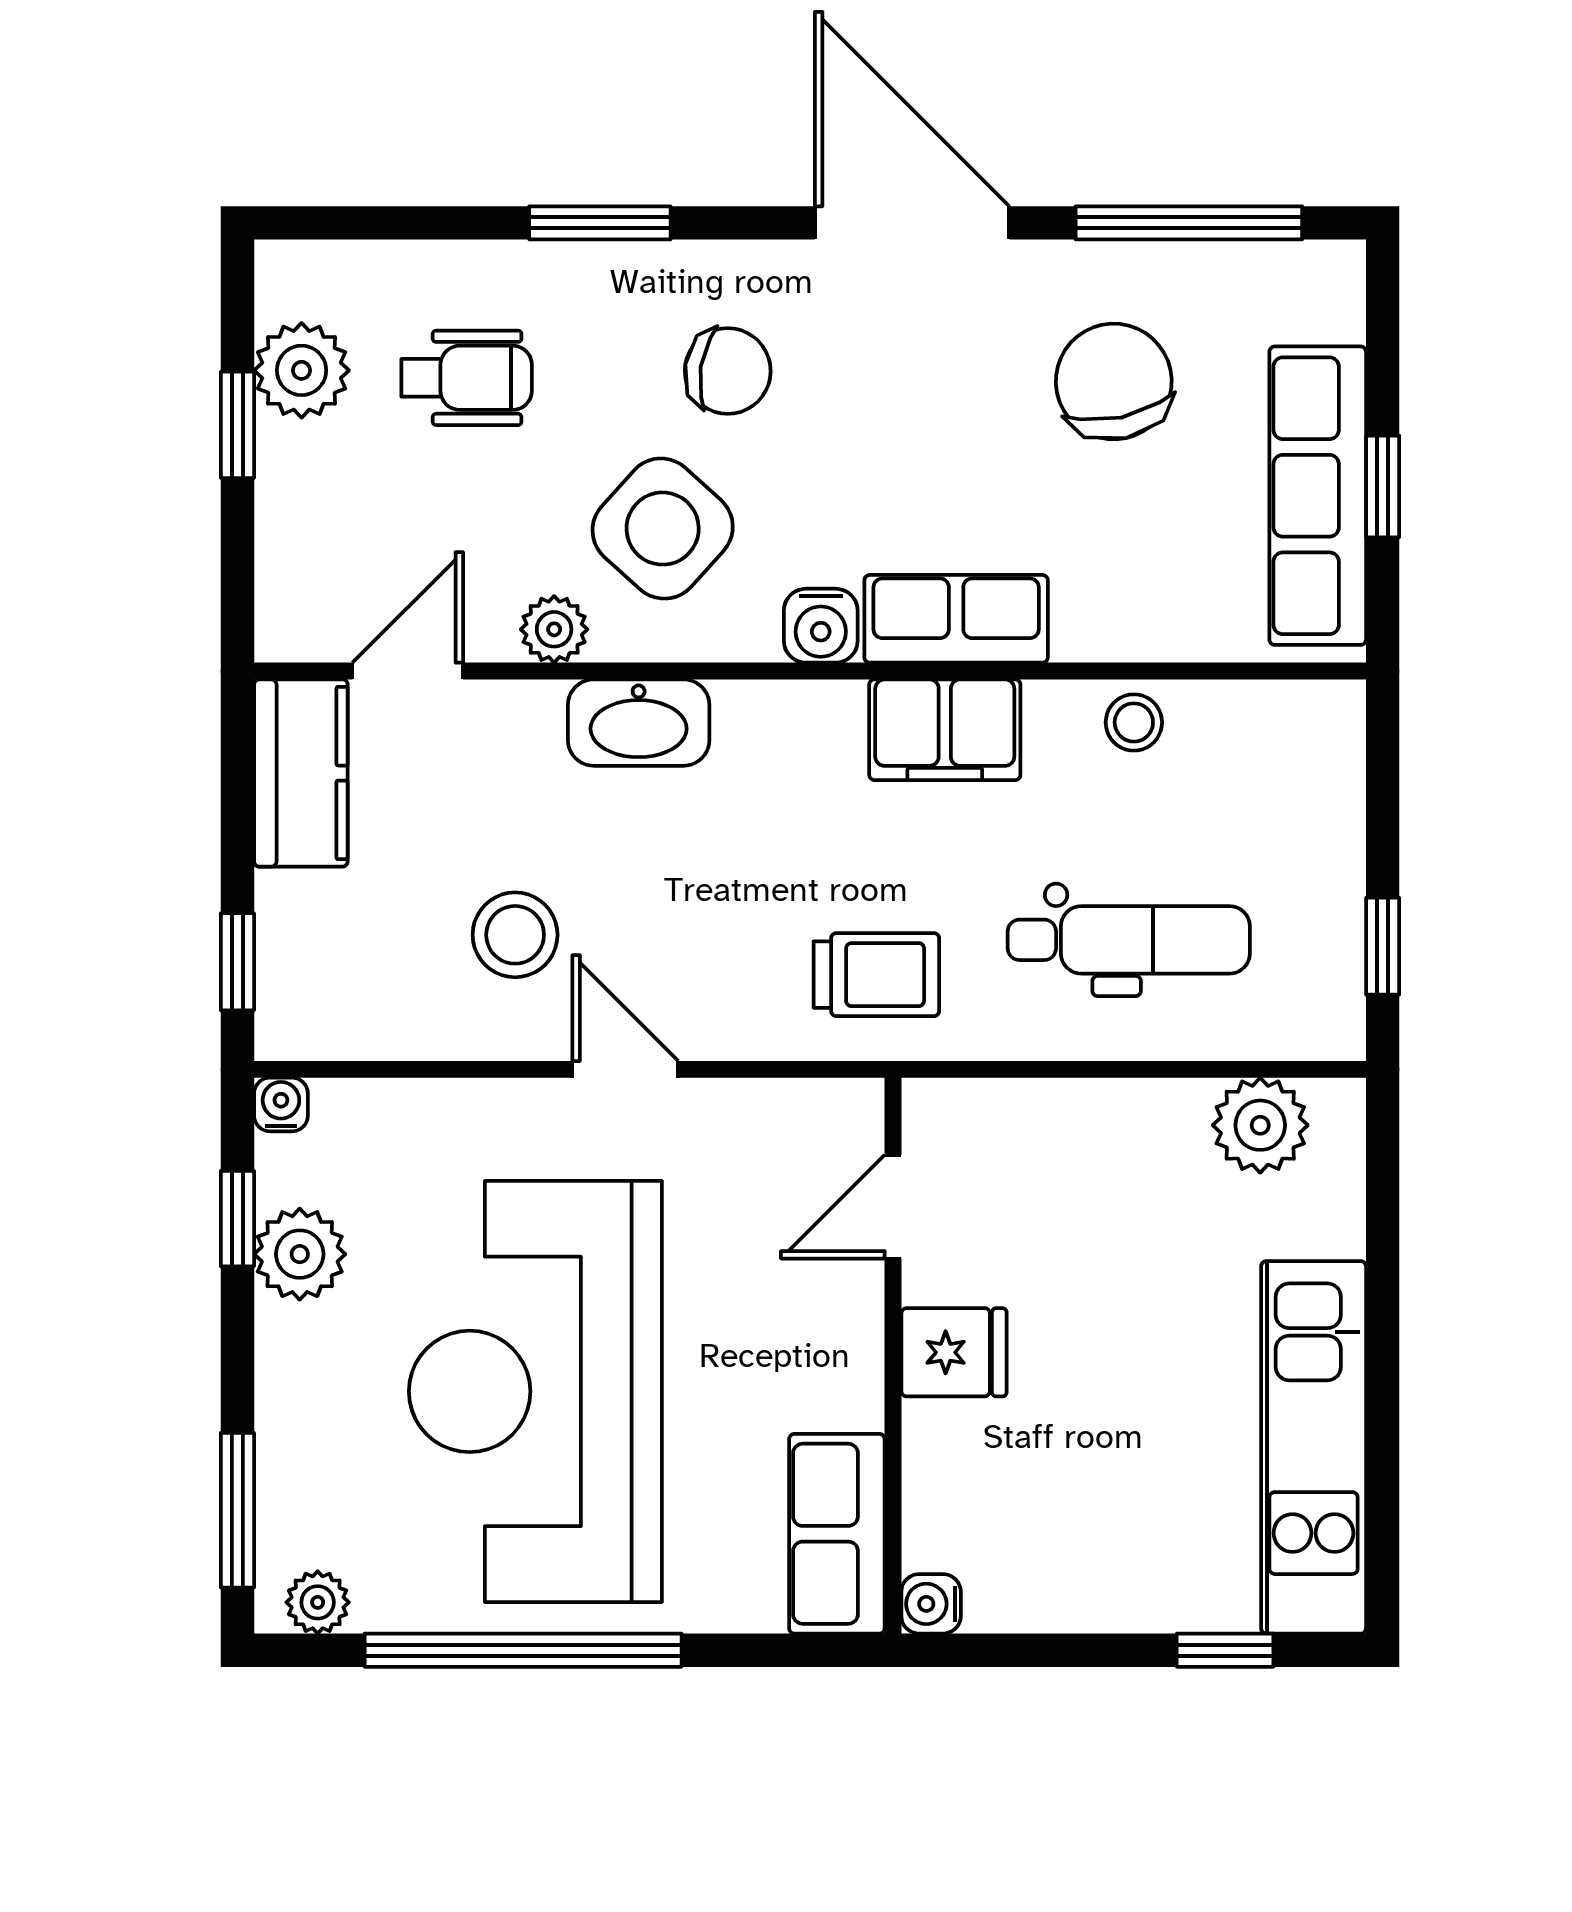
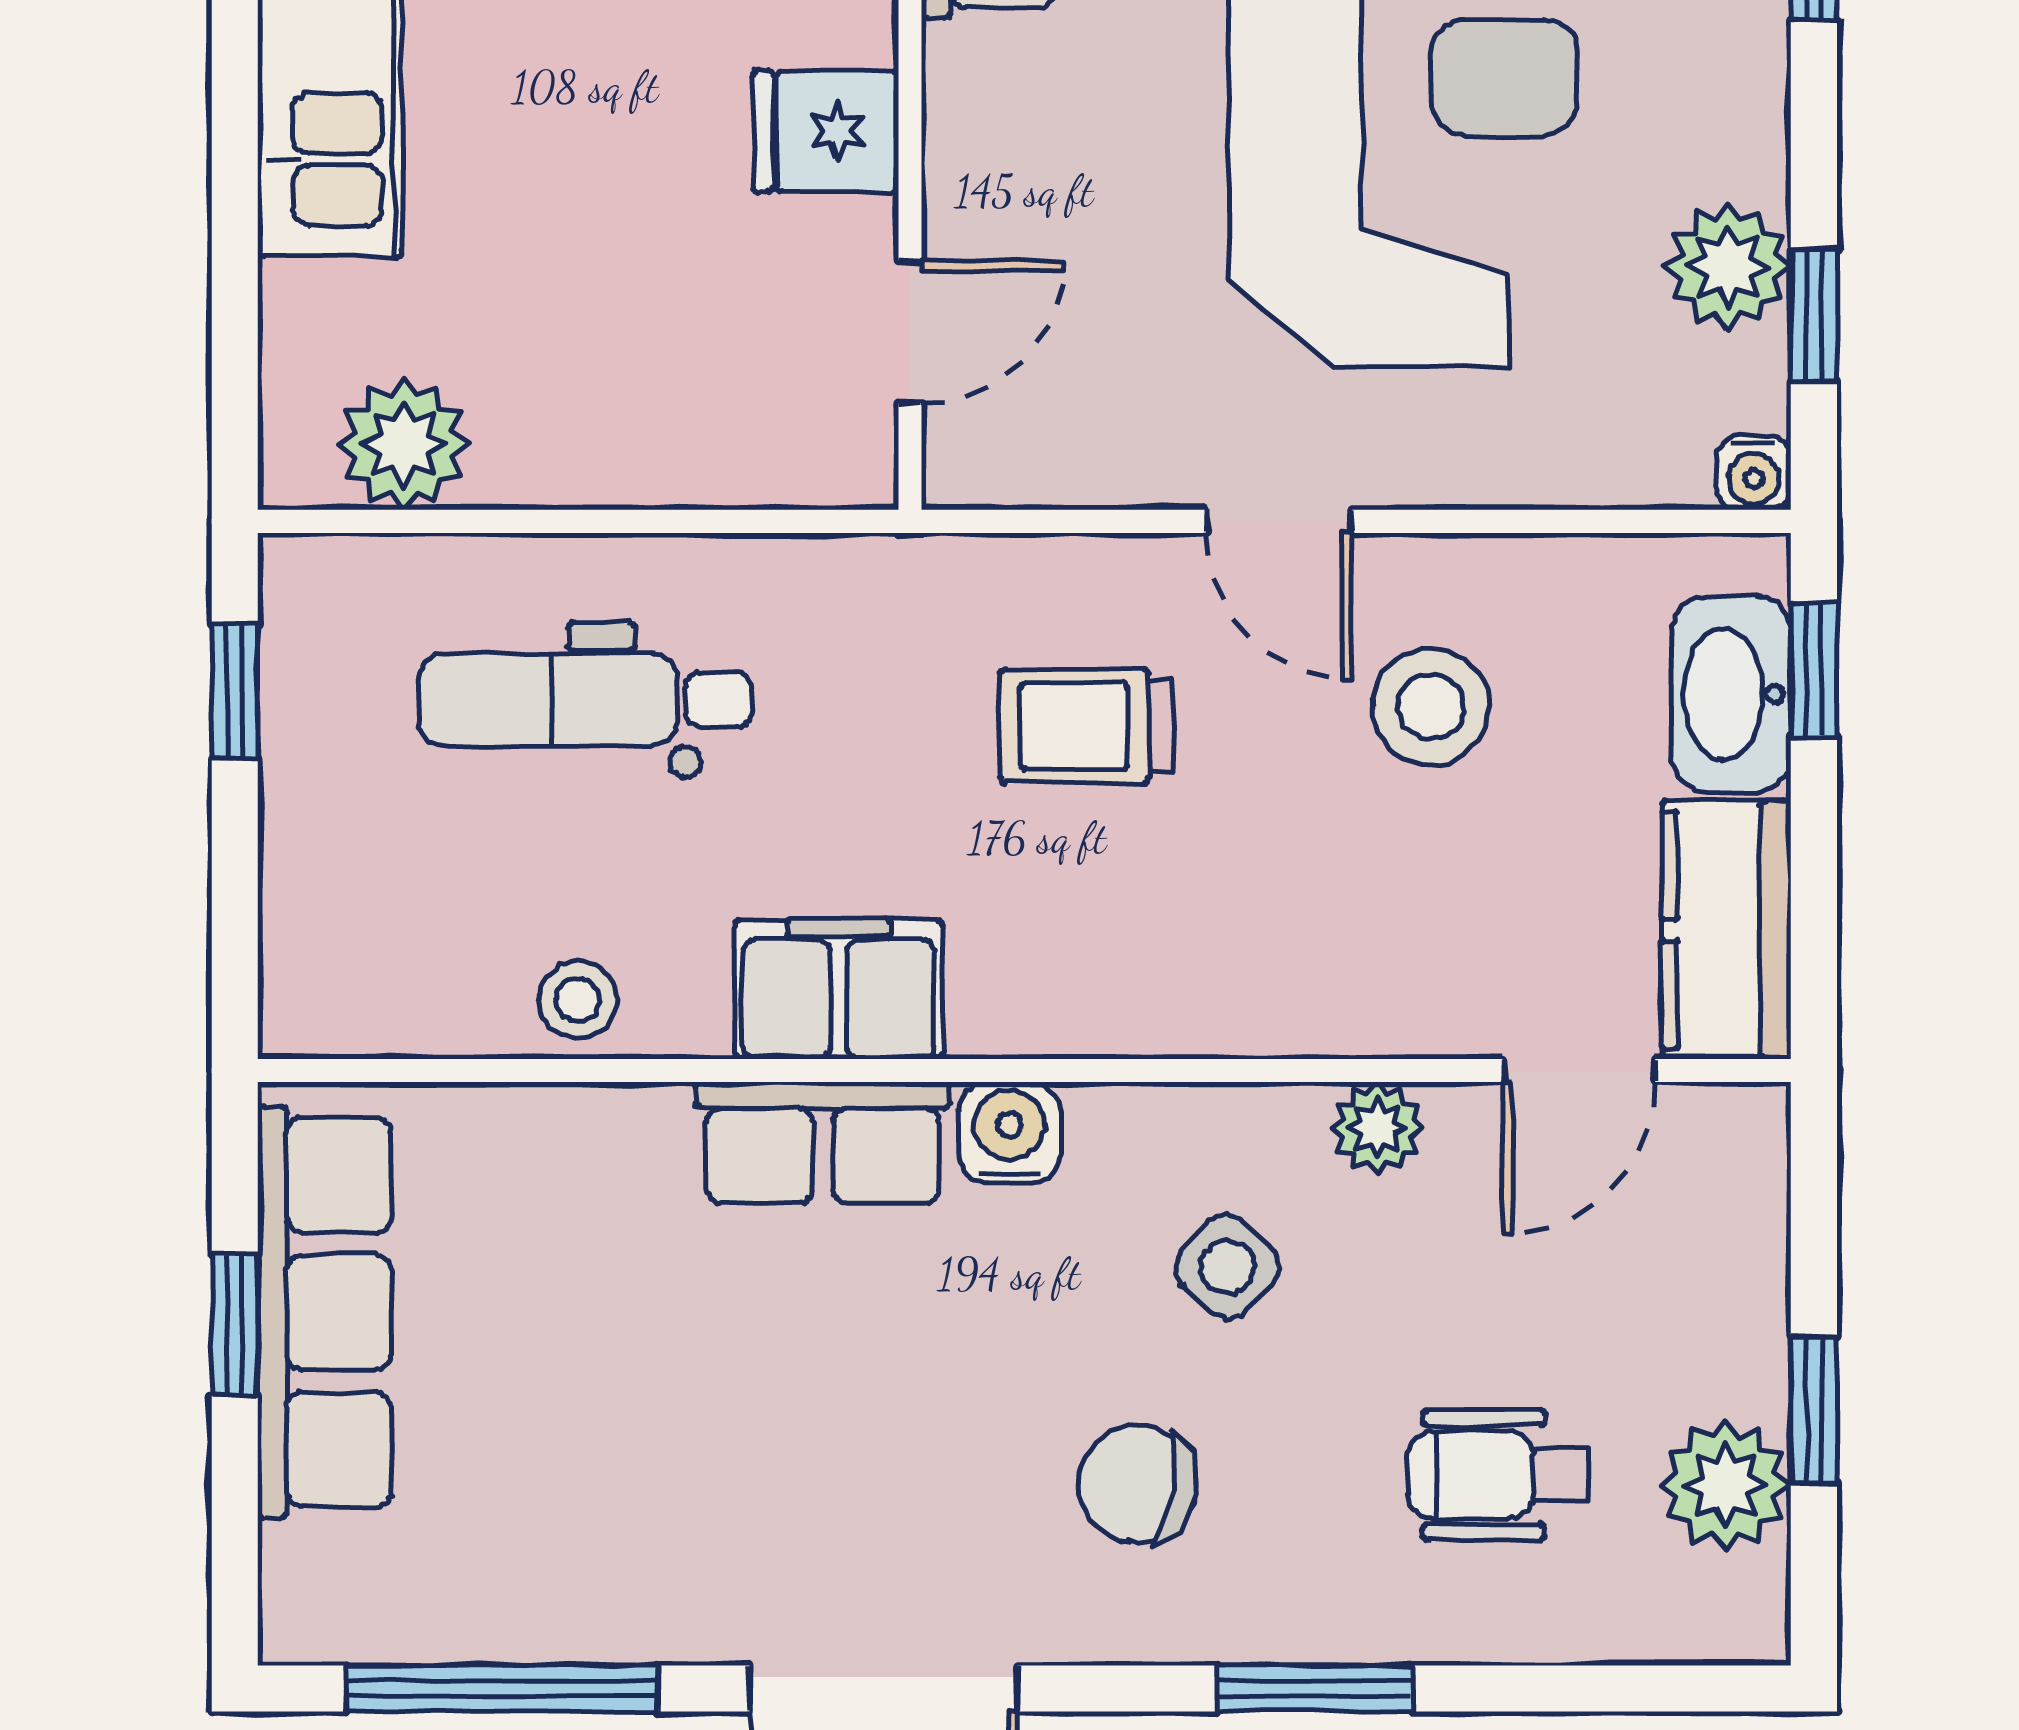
chair: (1114, 381) -> (606, 1470), removed
side table: (663, 529) -> (1228, 1267), width x0.54, depth x0.54
washbasin: (639, 723) -> (1731, 694), moved, turned -90
trolley: (876, 975) -> (1087, 726), moved

